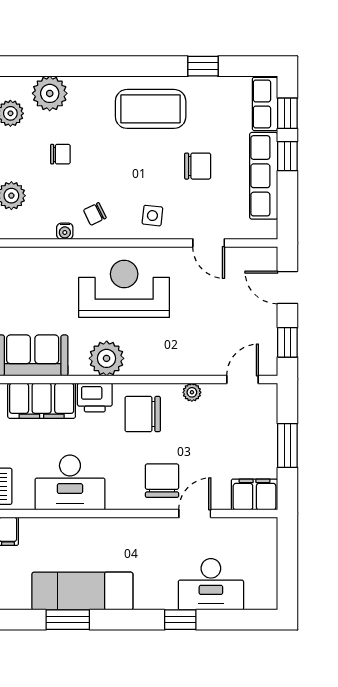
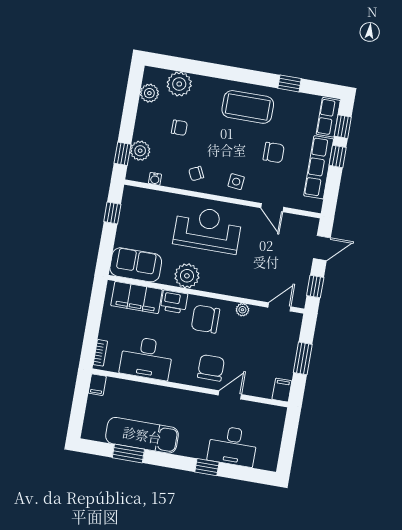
water cooler: (65, 231) -> (155, 179), moved
door: (287, 287) -> (322, 248), swing flipped
filing cabinet: (255, 494) -> (282, 390), width x0.50

